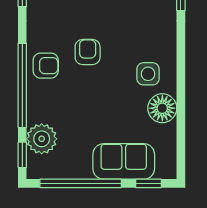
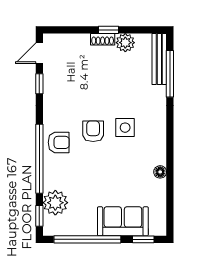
side table: (148, 74) -> (125, 128), moved
floor lamp: (162, 108) -> (160, 172), width x0.53, depth x0.53

